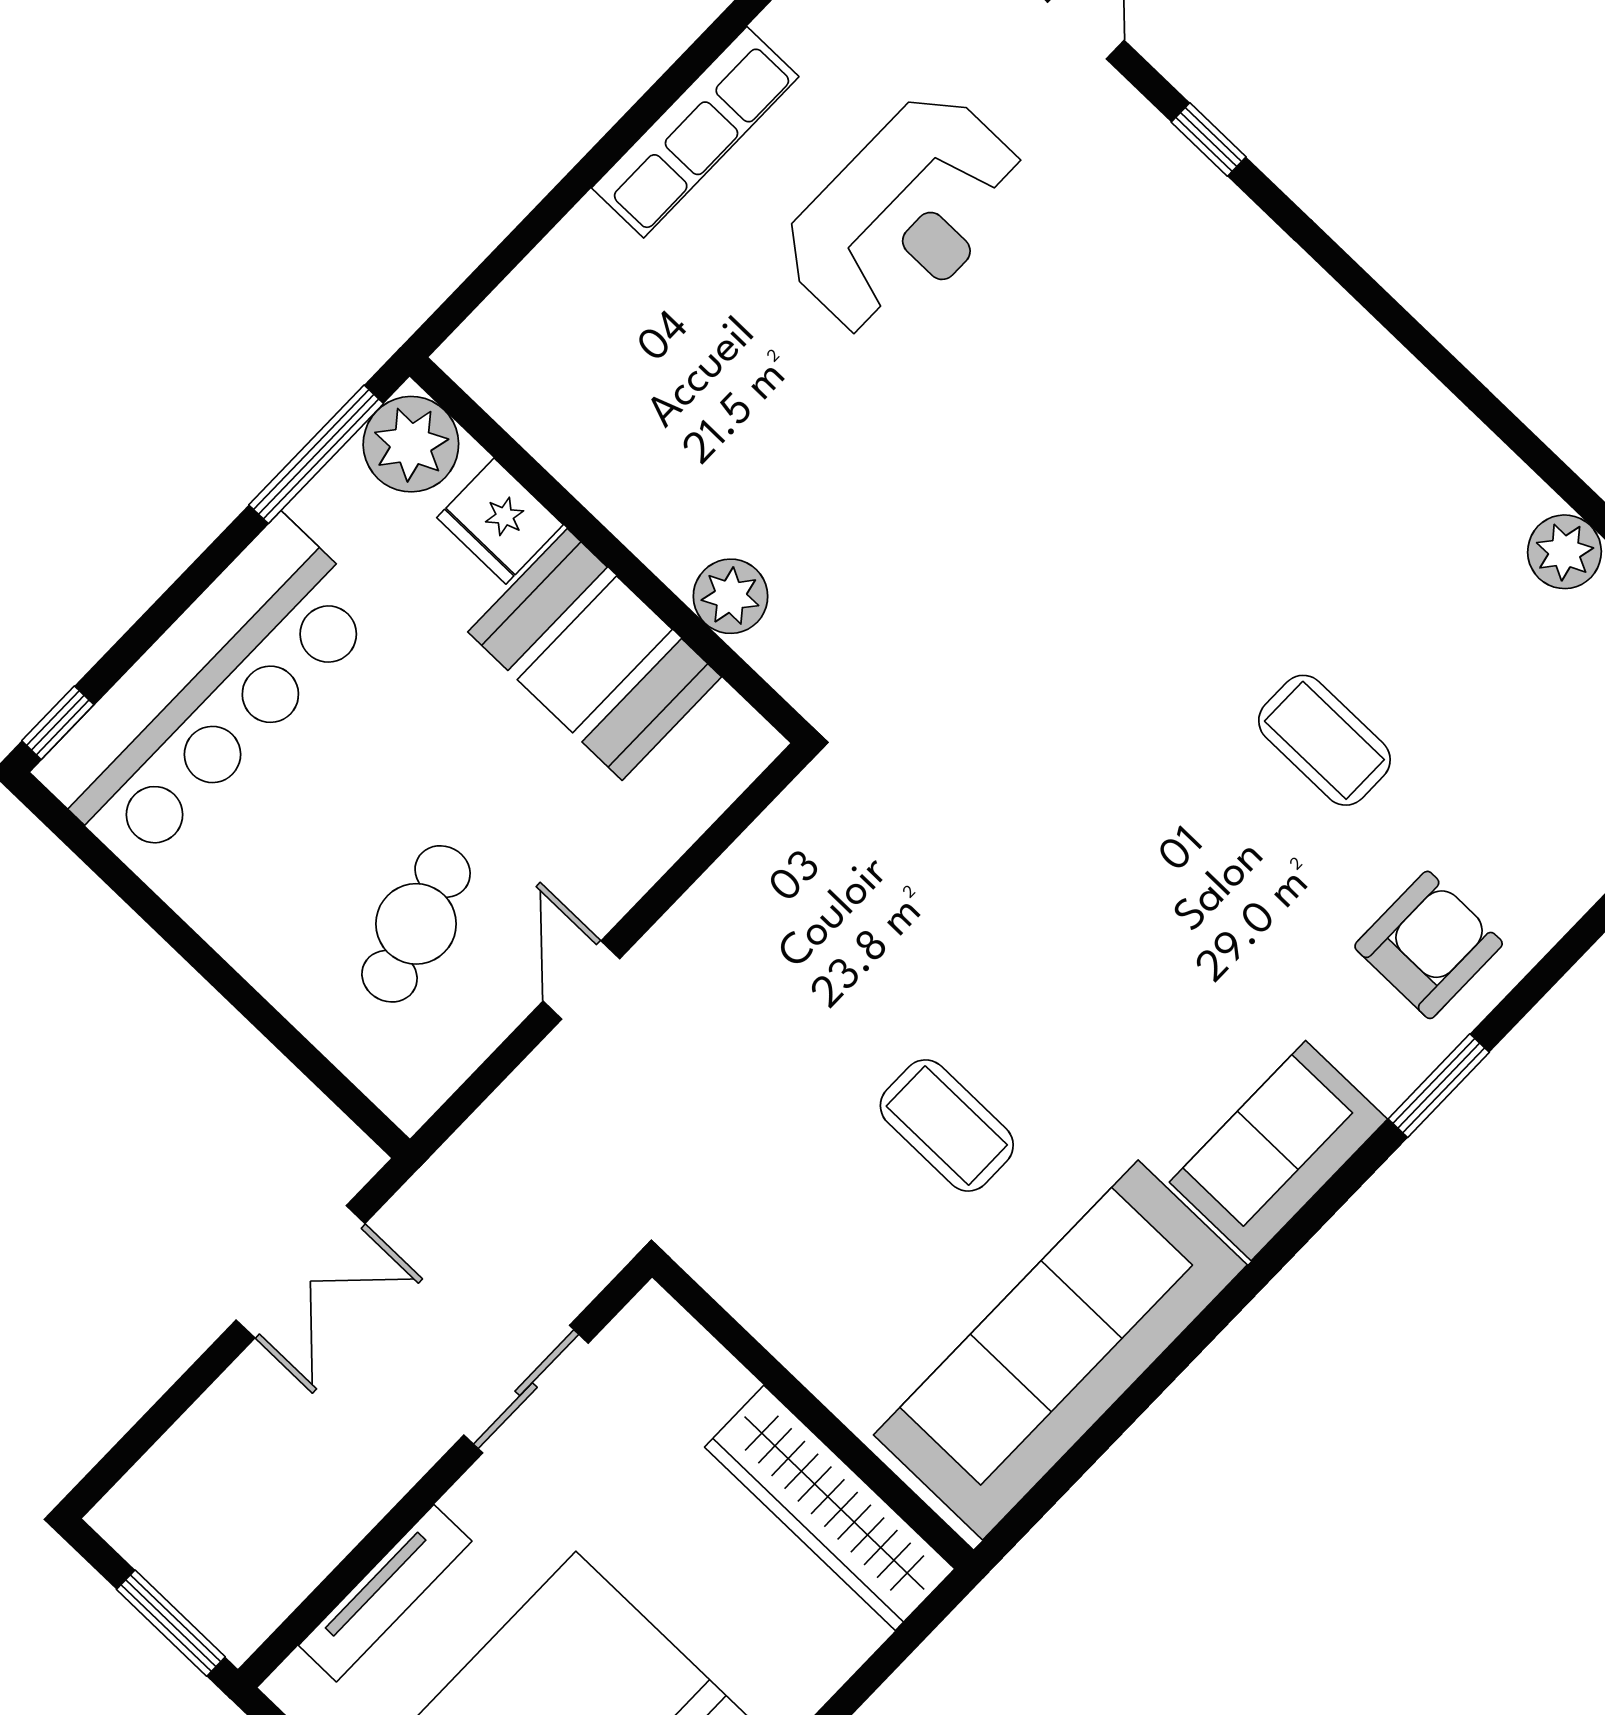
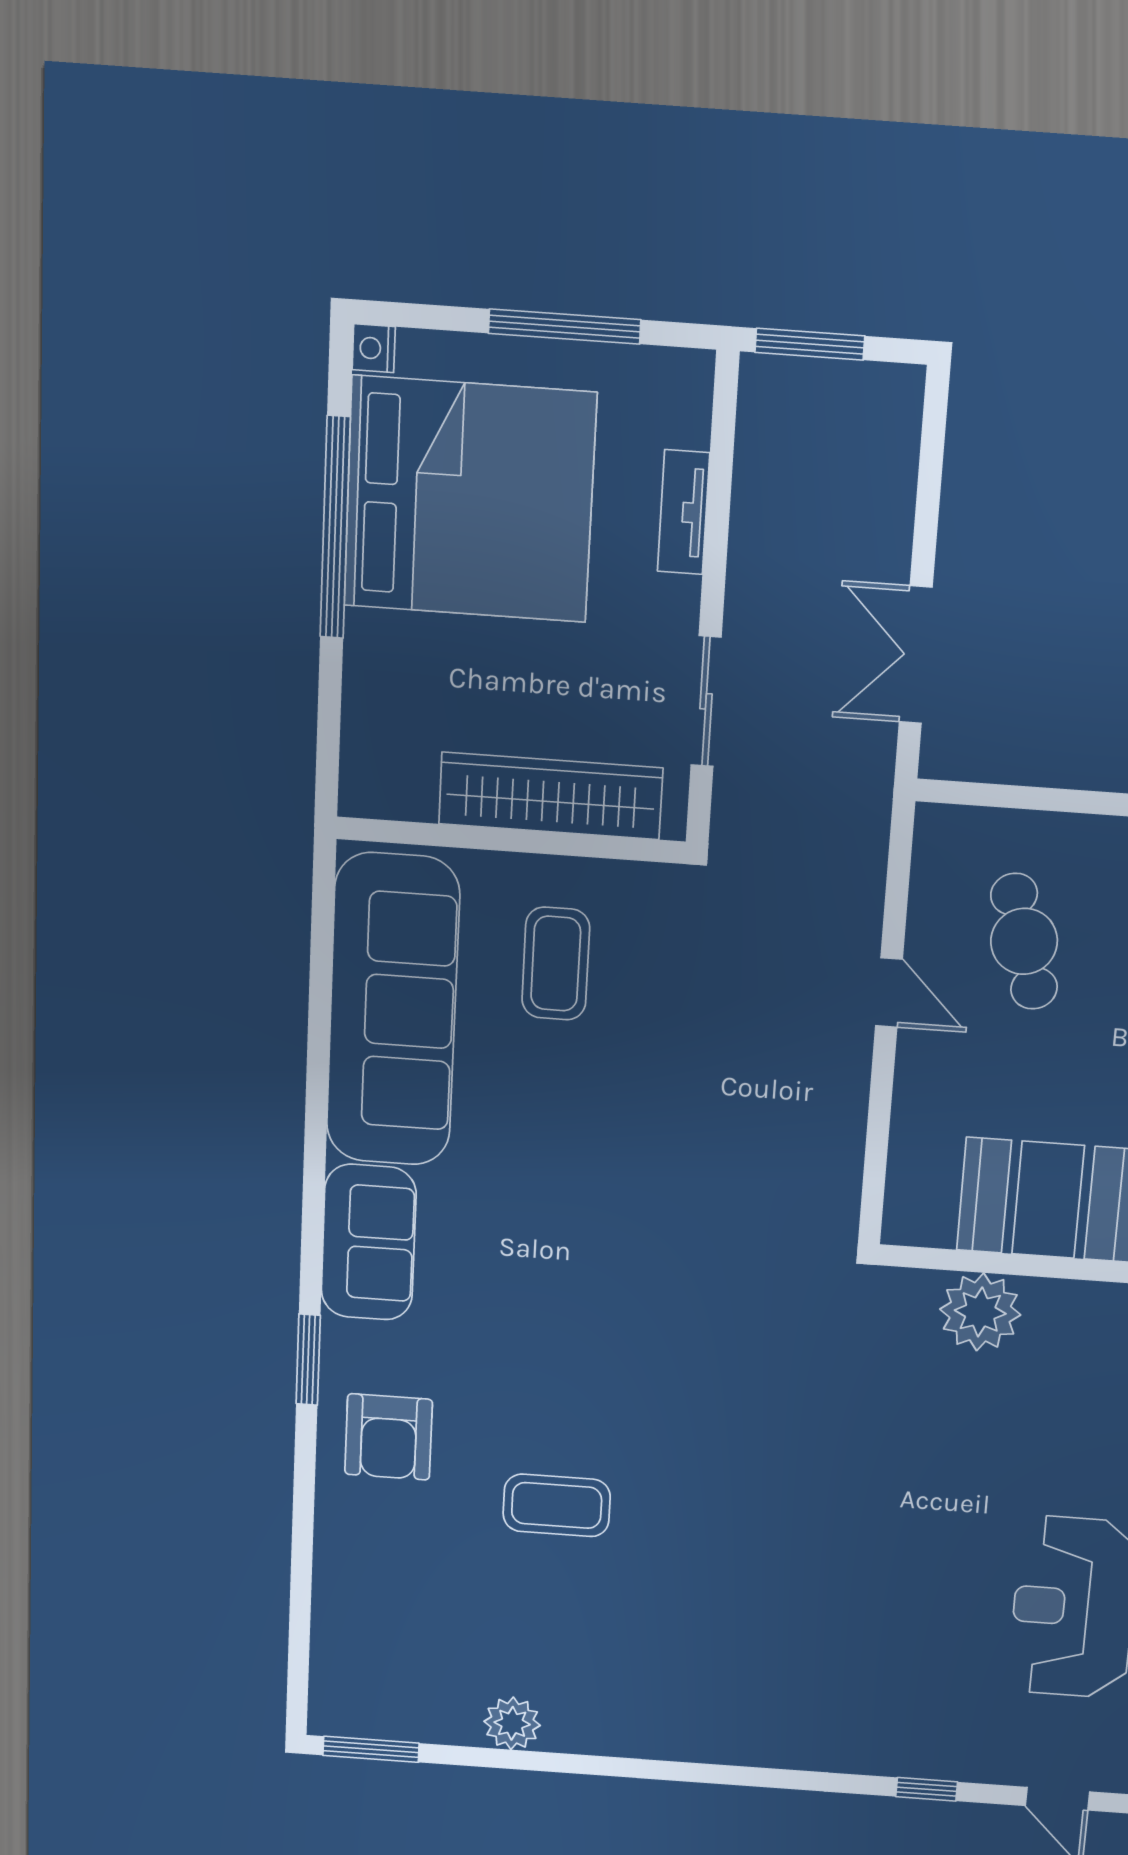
plant: (731, 596) -> (980, 1312), width x1.36, depth x1.36
coffee table: (947, 1125) -> (556, 964), moved, turned 90
wardrobe: (830, 1508) -> (551, 796), moved
tv unit: (385, 1593) -> (684, 512), width x0.71

